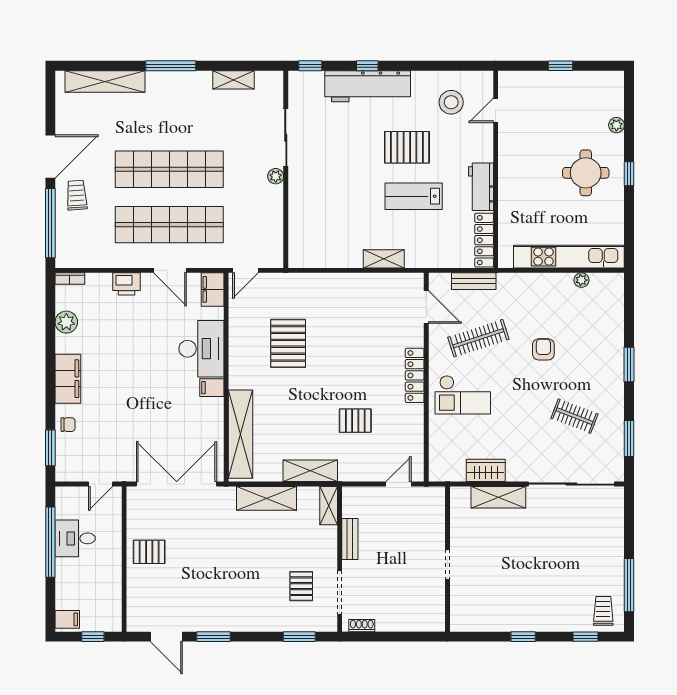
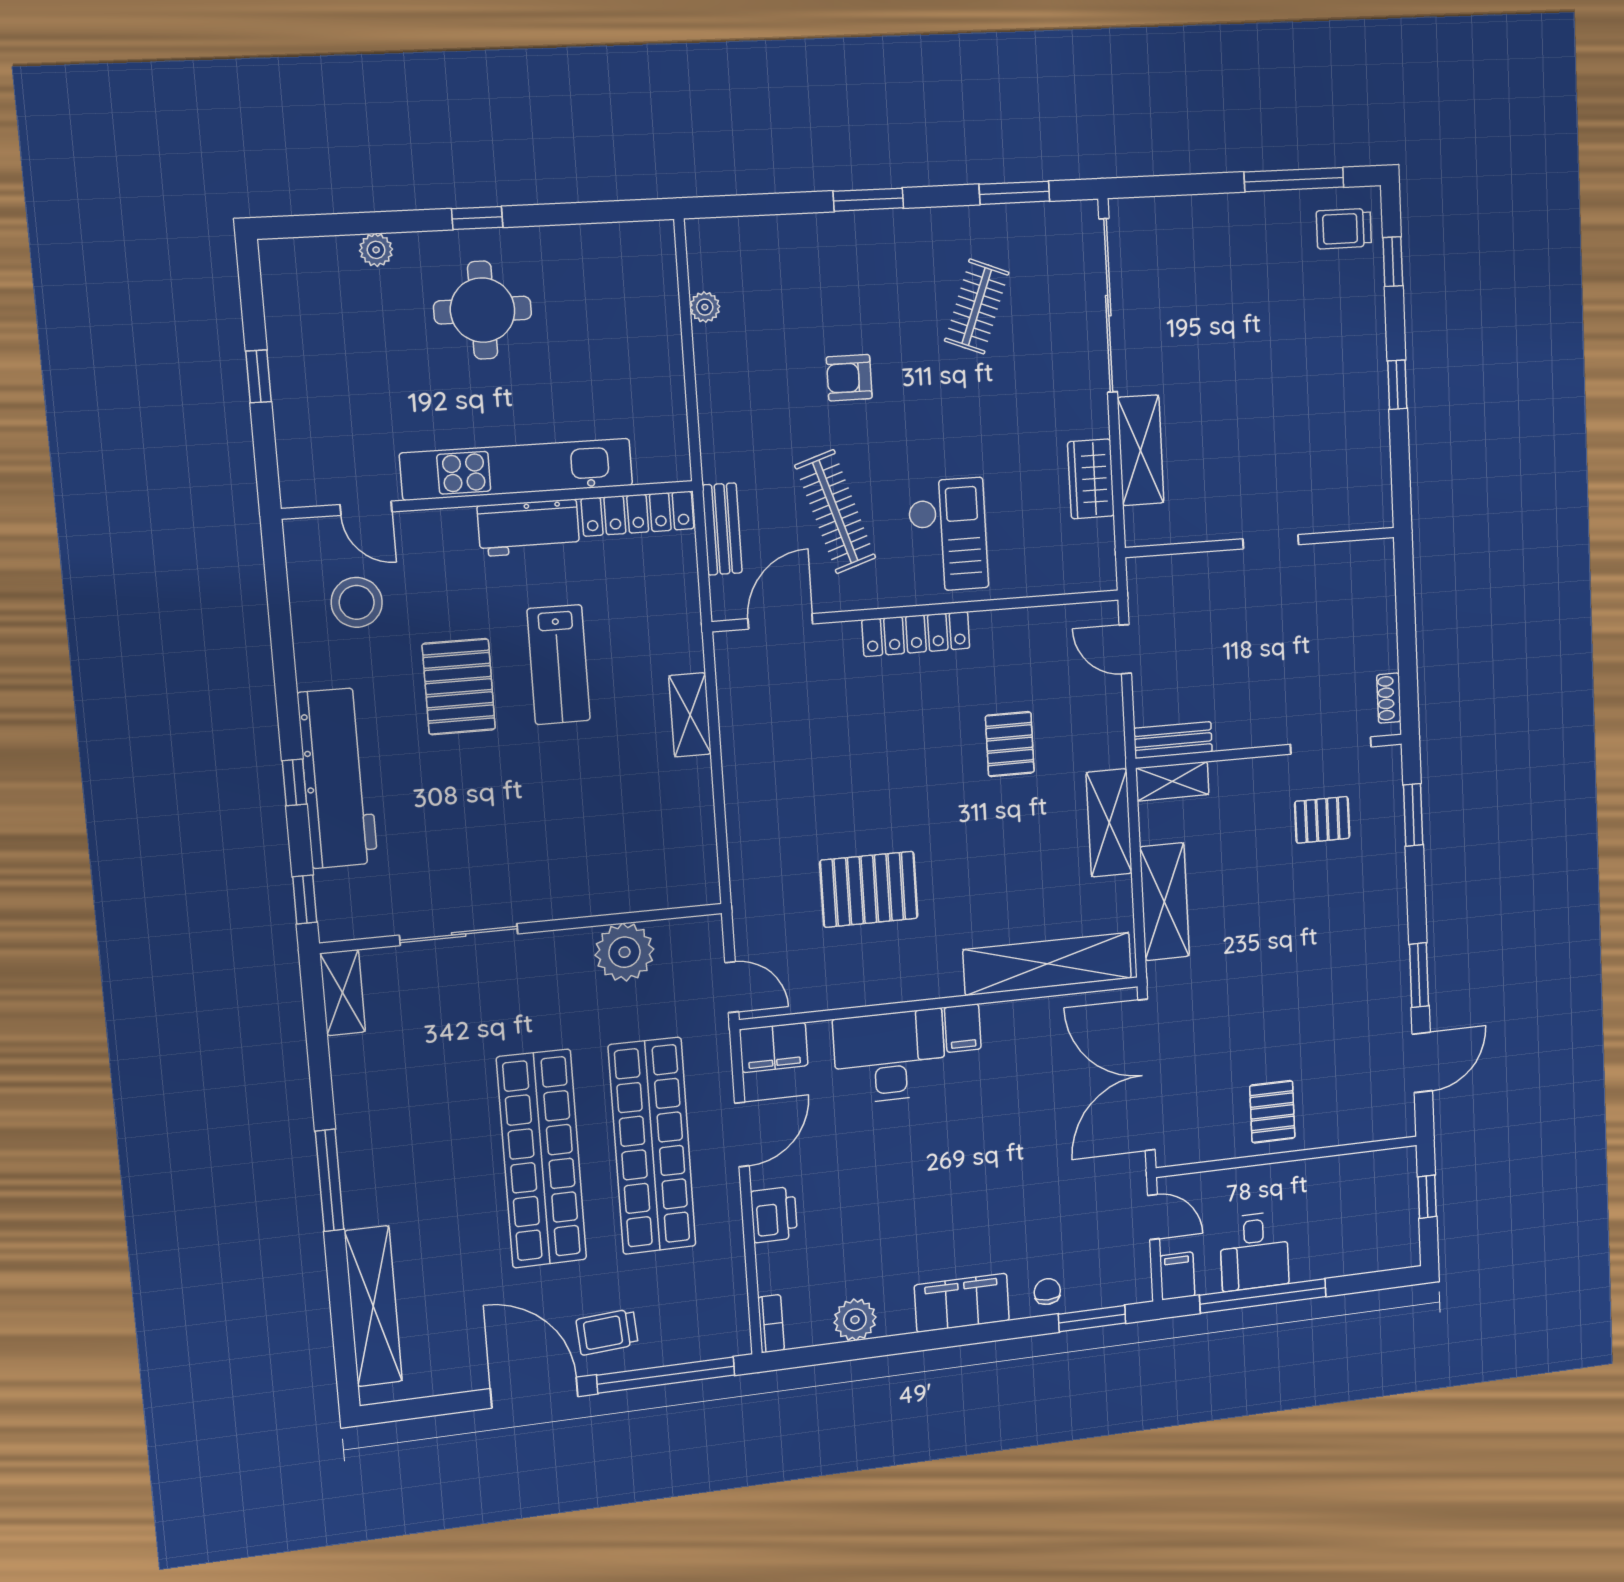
shelving: (234, 80) -> (343, 993), moved
plant: (276, 176) -> (624, 952), moved, width x1.88, depth x1.88
kitchen unit: (569, 257) -> (517, 469), moved, turned 90
bench: (350, 539) -> (1173, 740), moved
filing cabinet: (67, 619) -> (1177, 1276), moved

